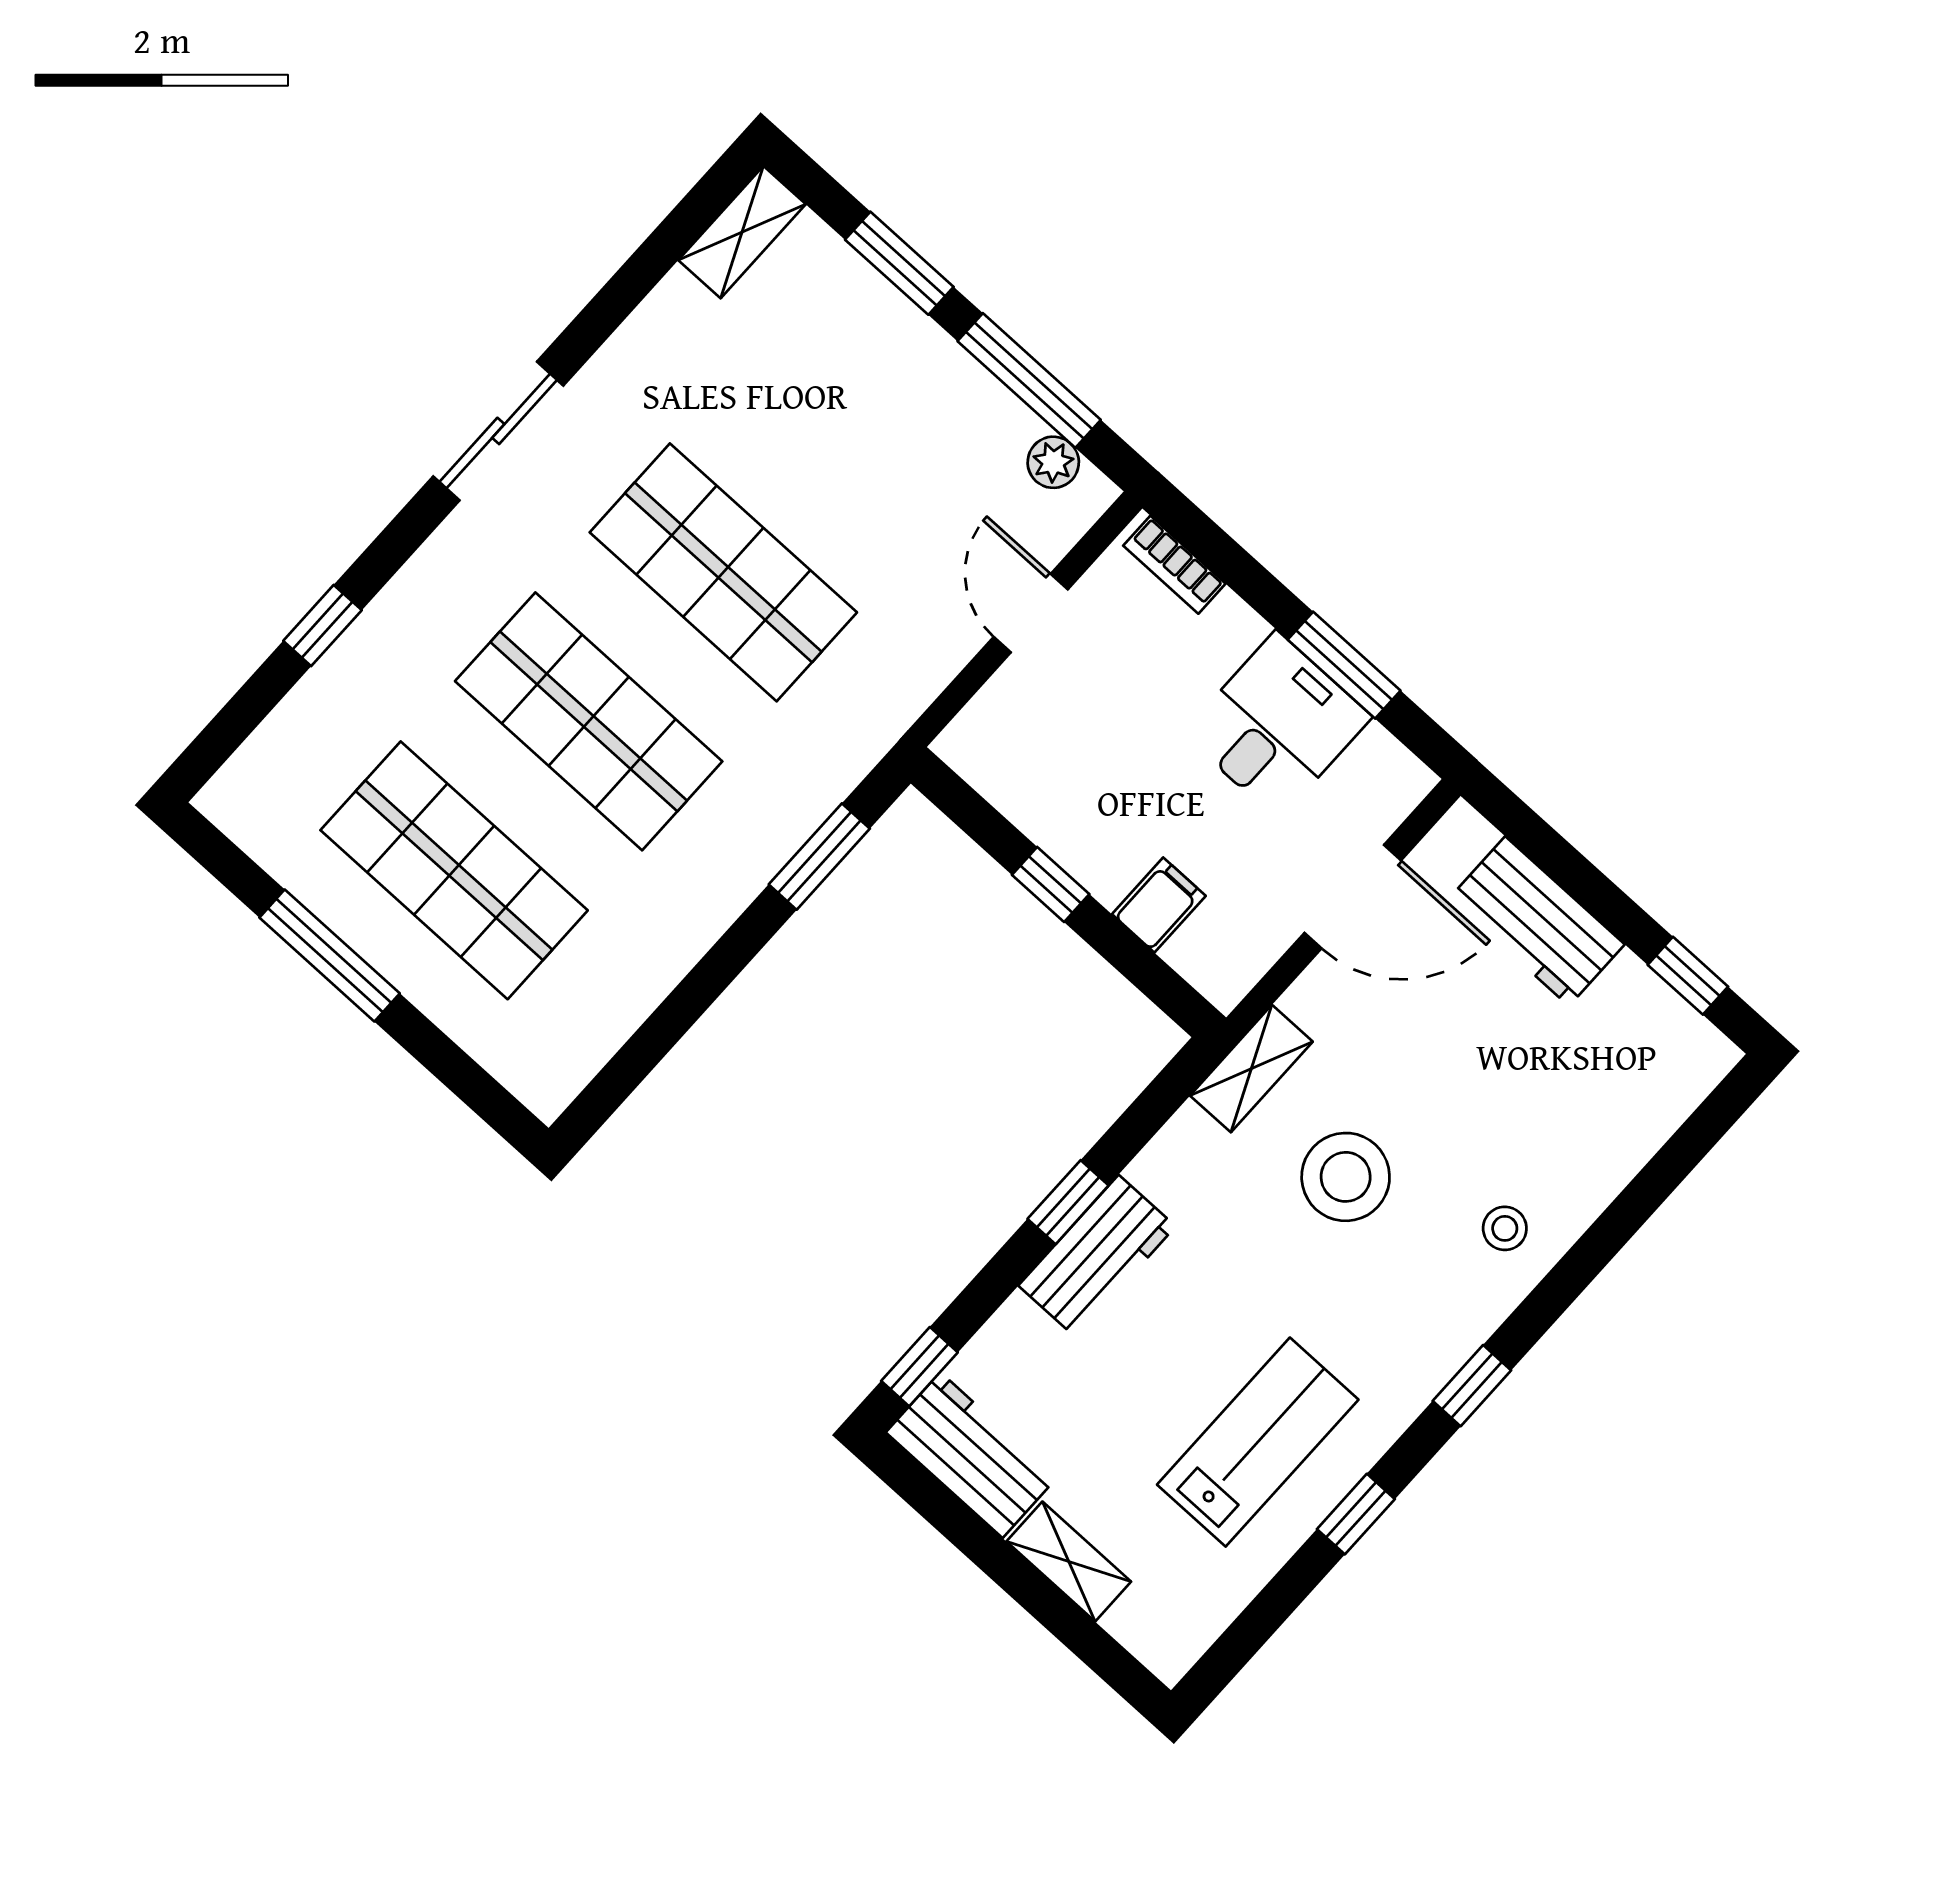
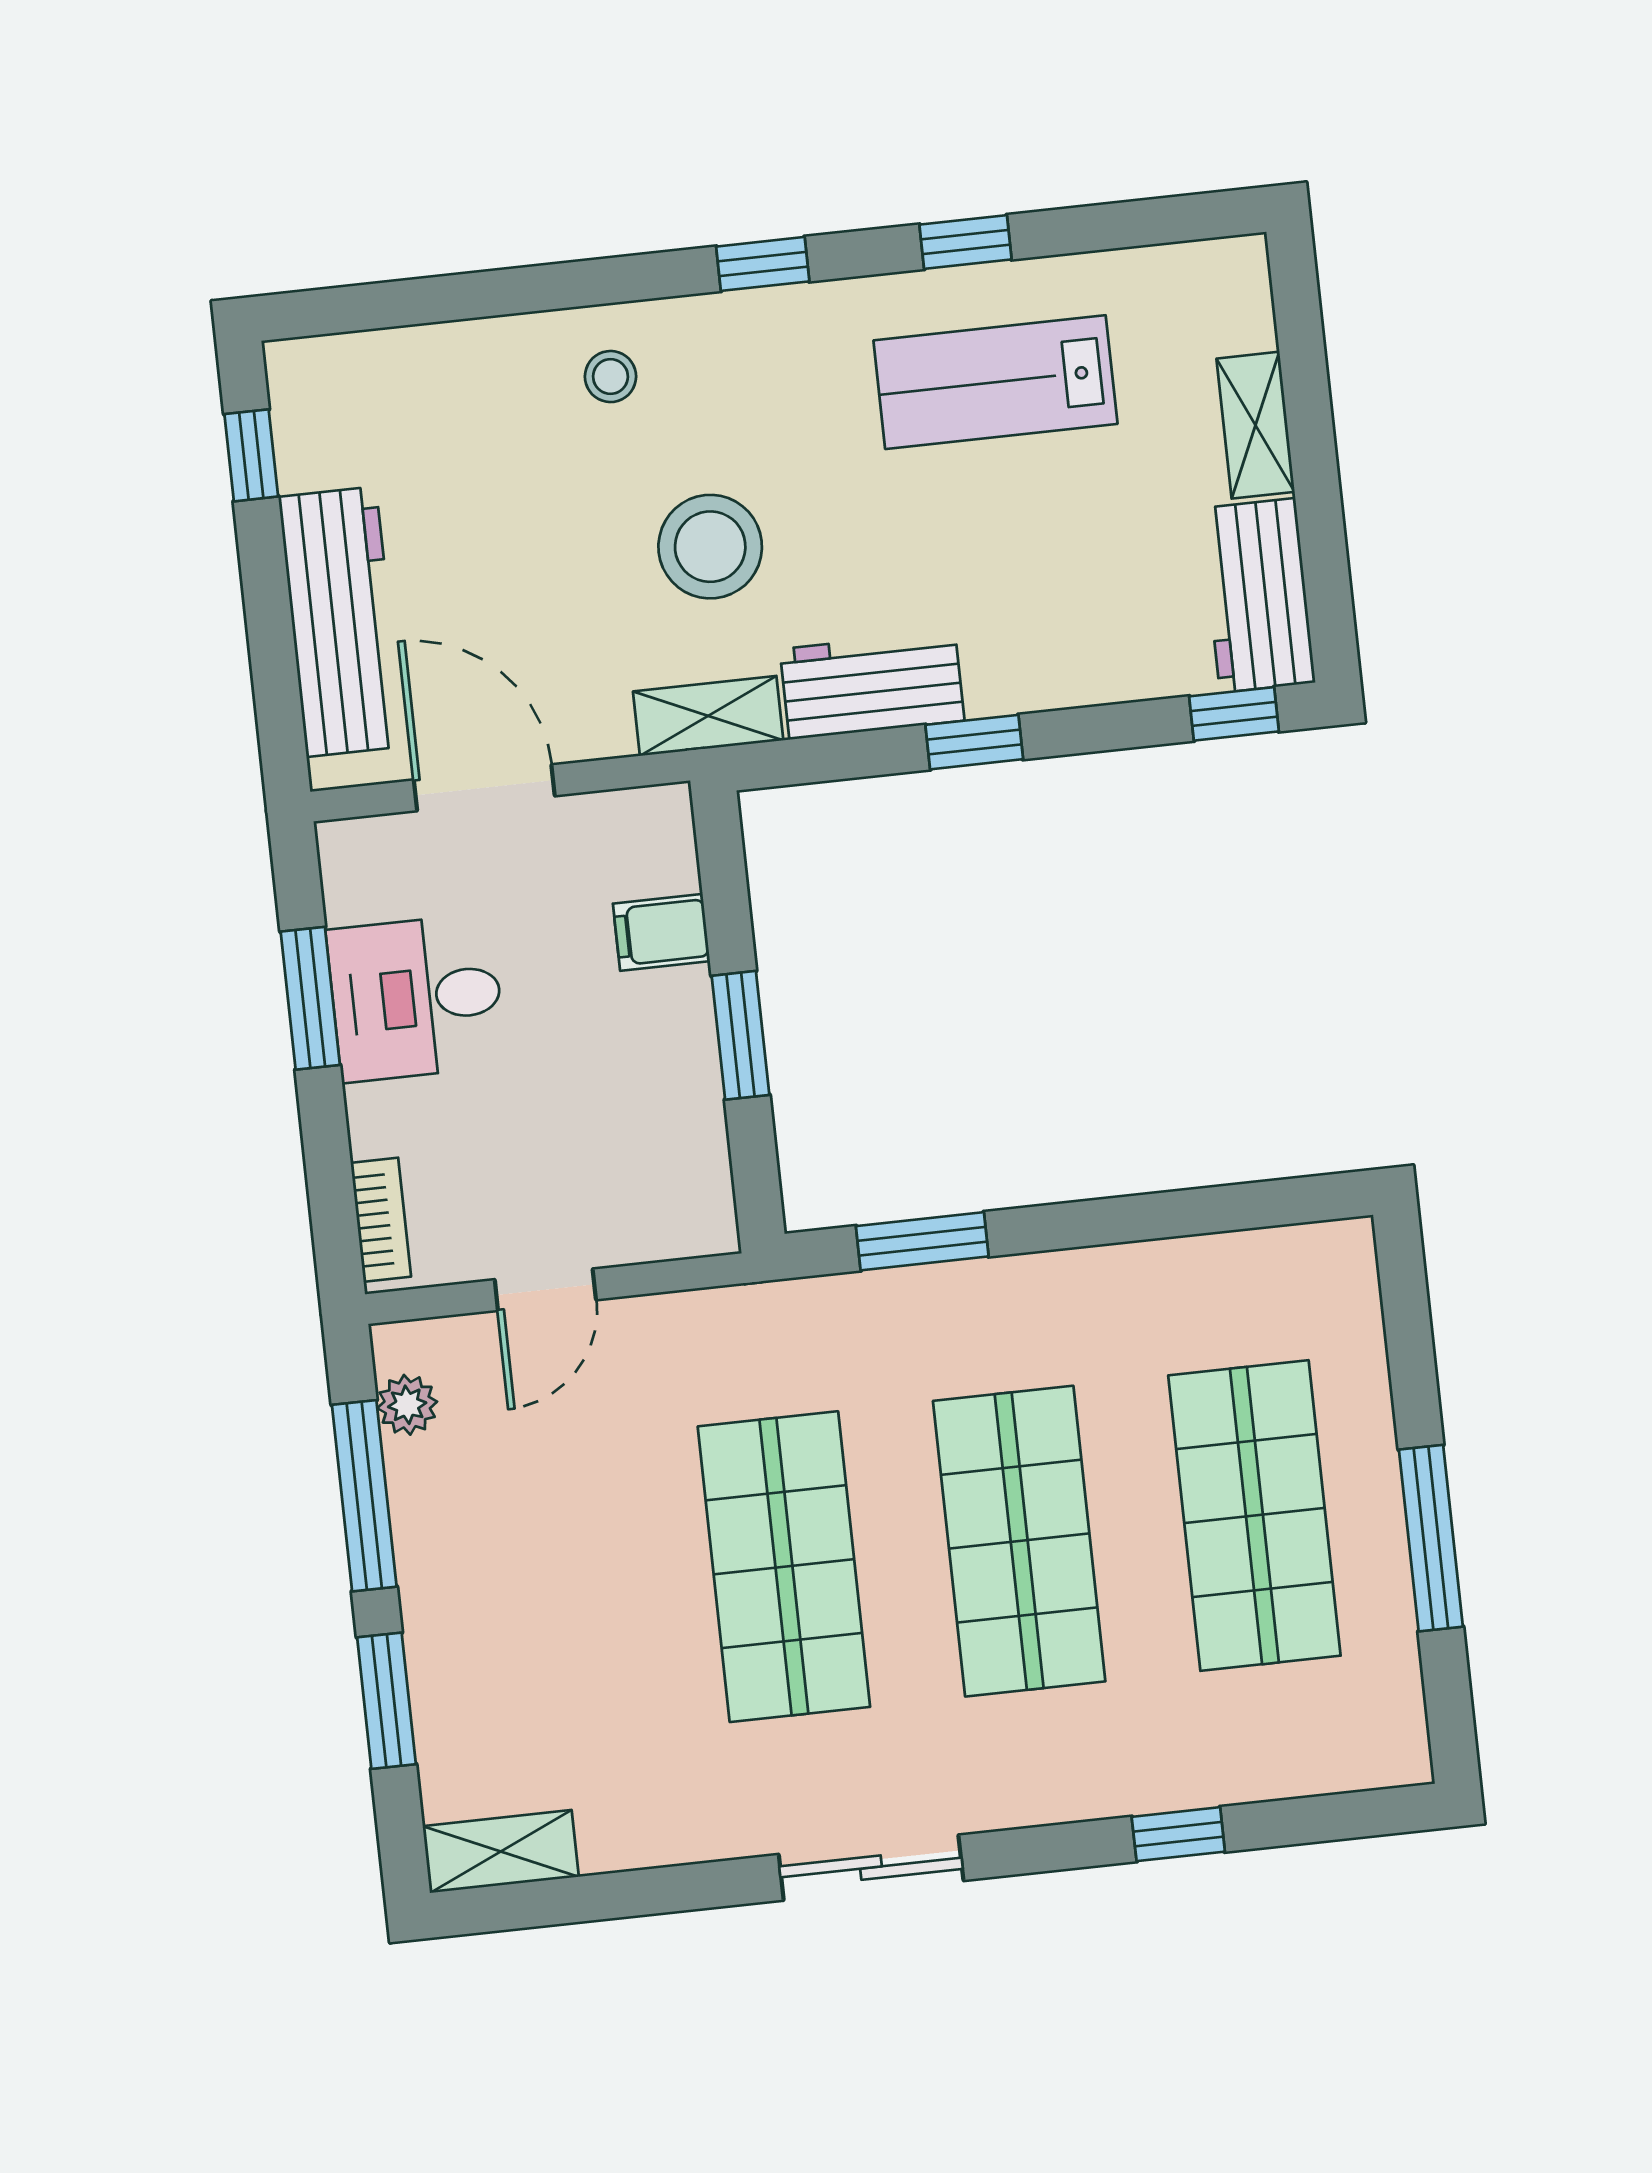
window: (1051, 884) -> (741, 1035), width x1.50
workbench: (1537, 921) -> (341, 622), width x1.38
workbench: (1097, 1256) -> (872, 685), moved

